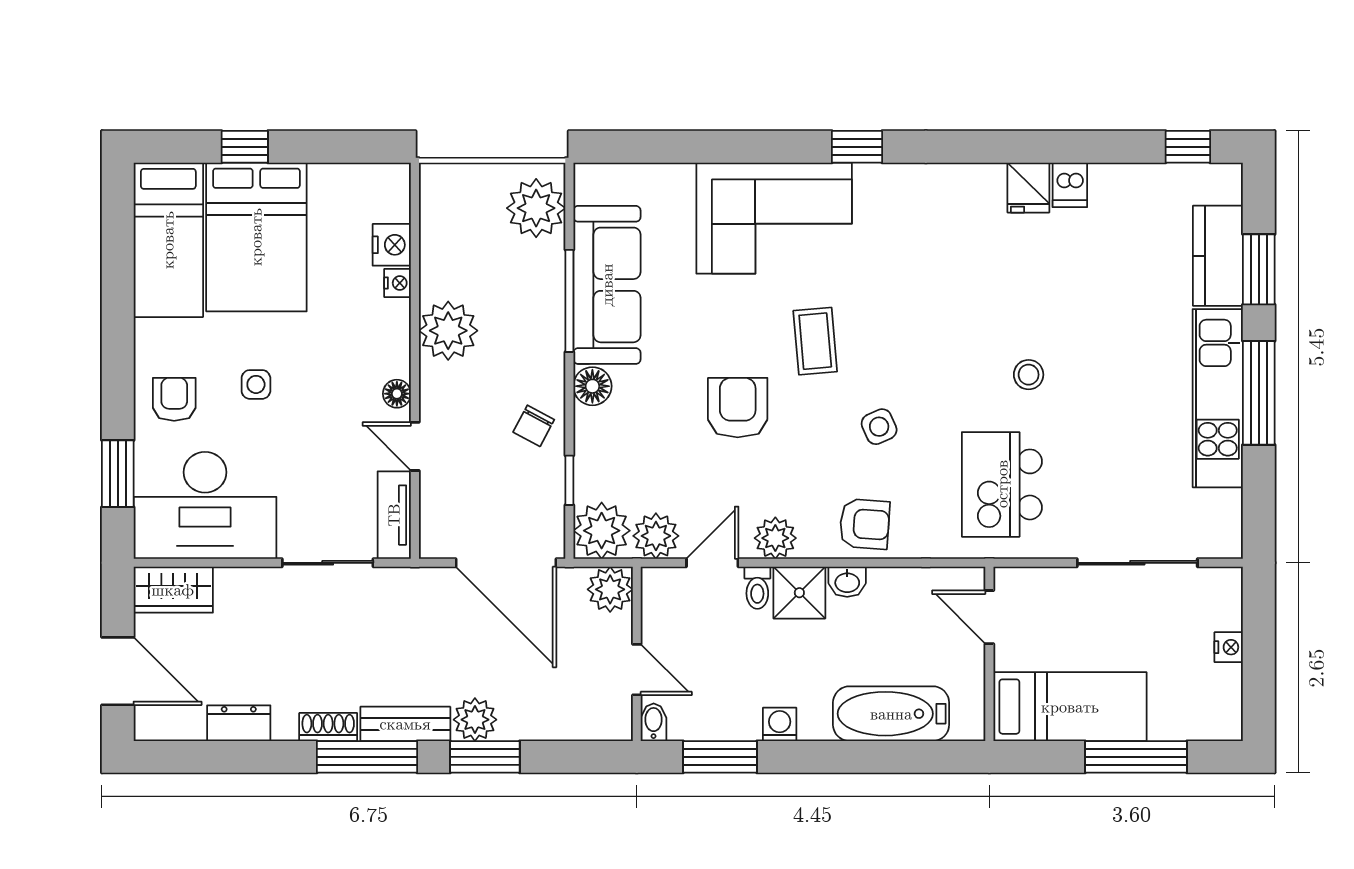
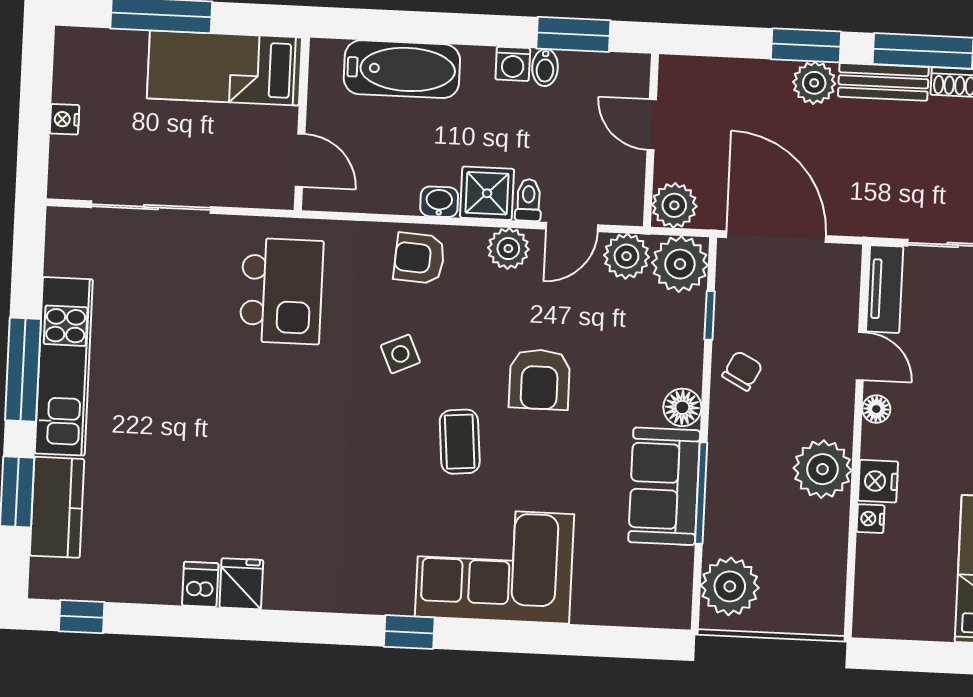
nightstand: (392, 245) -> (878, 481), moved
sofa: (607, 285) -> (664, 486), width x0.73
stool: (1029, 375) -> (250, 399), removed
bidet: (654, 722) -> (545, 67), moved

